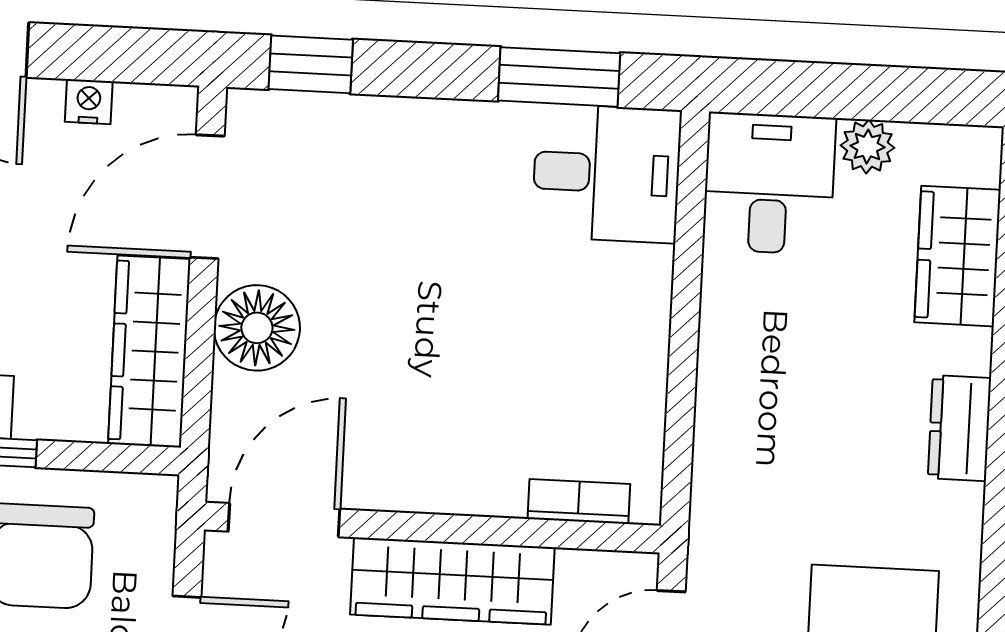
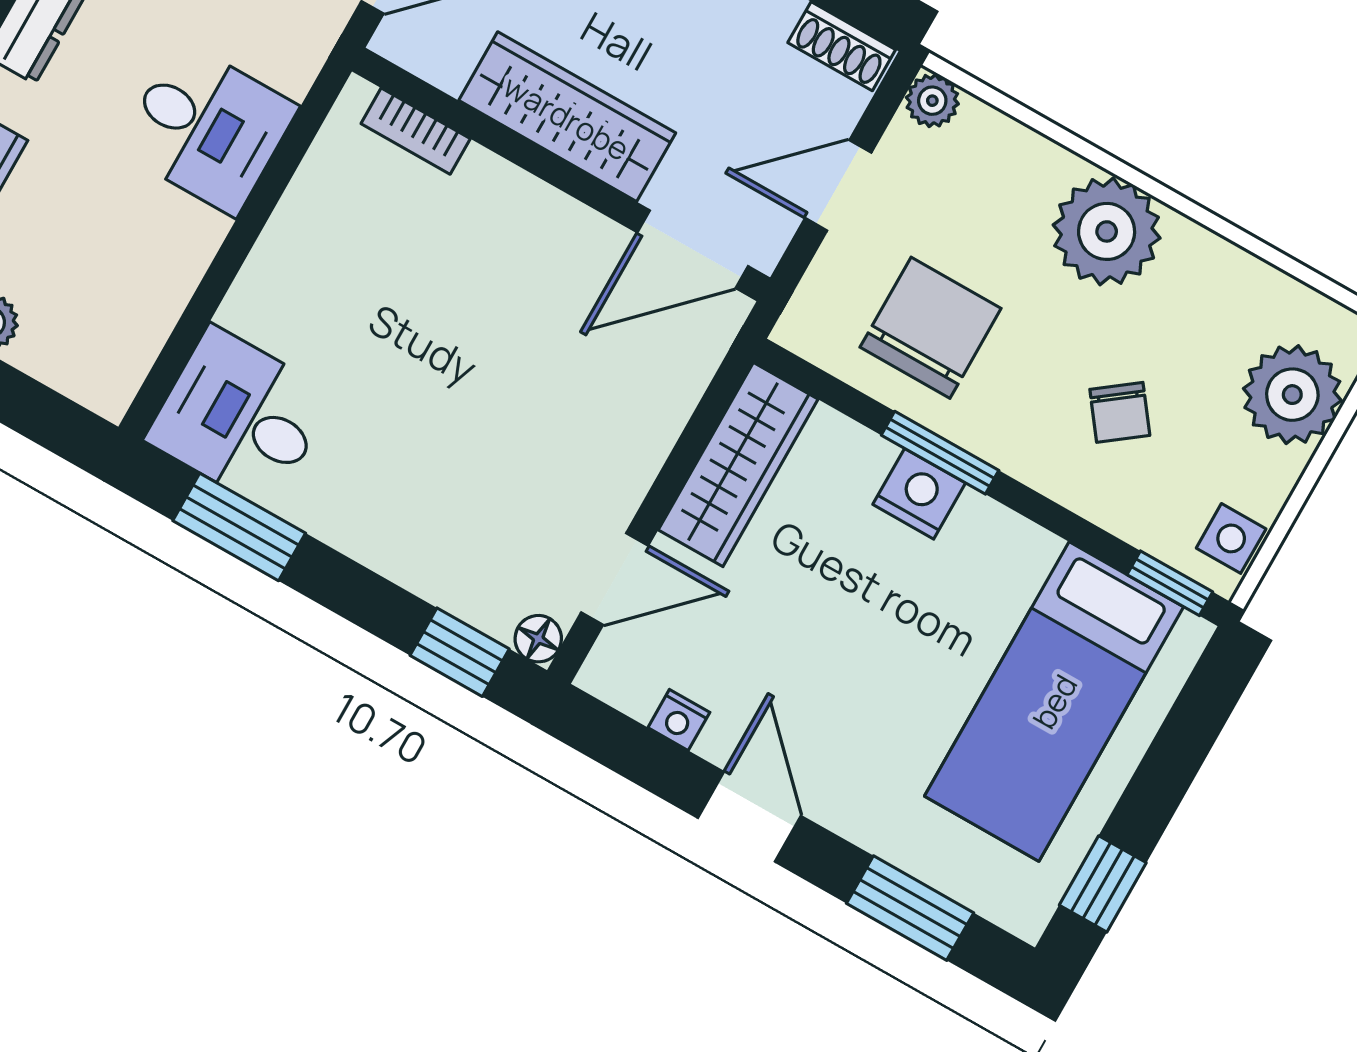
desk: (769, 183) -> (207, 128), moved, turned -90
door: (207, 197) -> (615, 579), width x0.73
floor lamp: (257, 328) -> (538, 639), moved, width x0.53, depth x0.53

